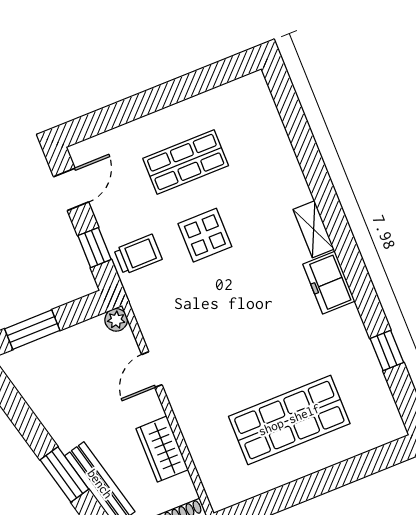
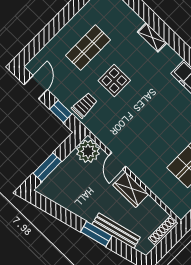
shelving: (314, 229) -> (152, 37), moved
plant: (116, 320) -> (88, 151), width x1.87, depth x1.87
wardrobe: (162, 449) -> (131, 190), moved

